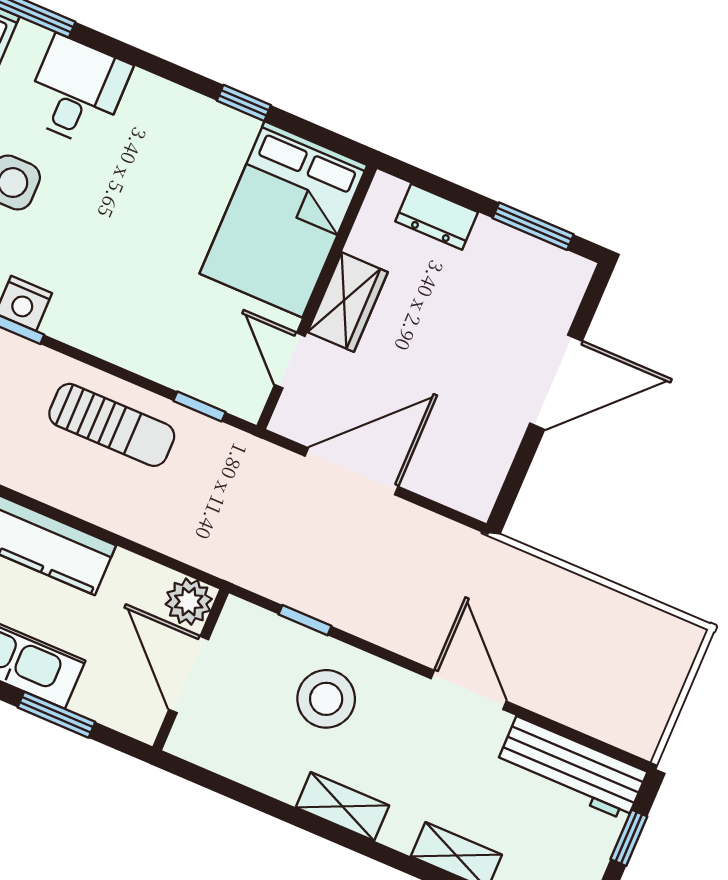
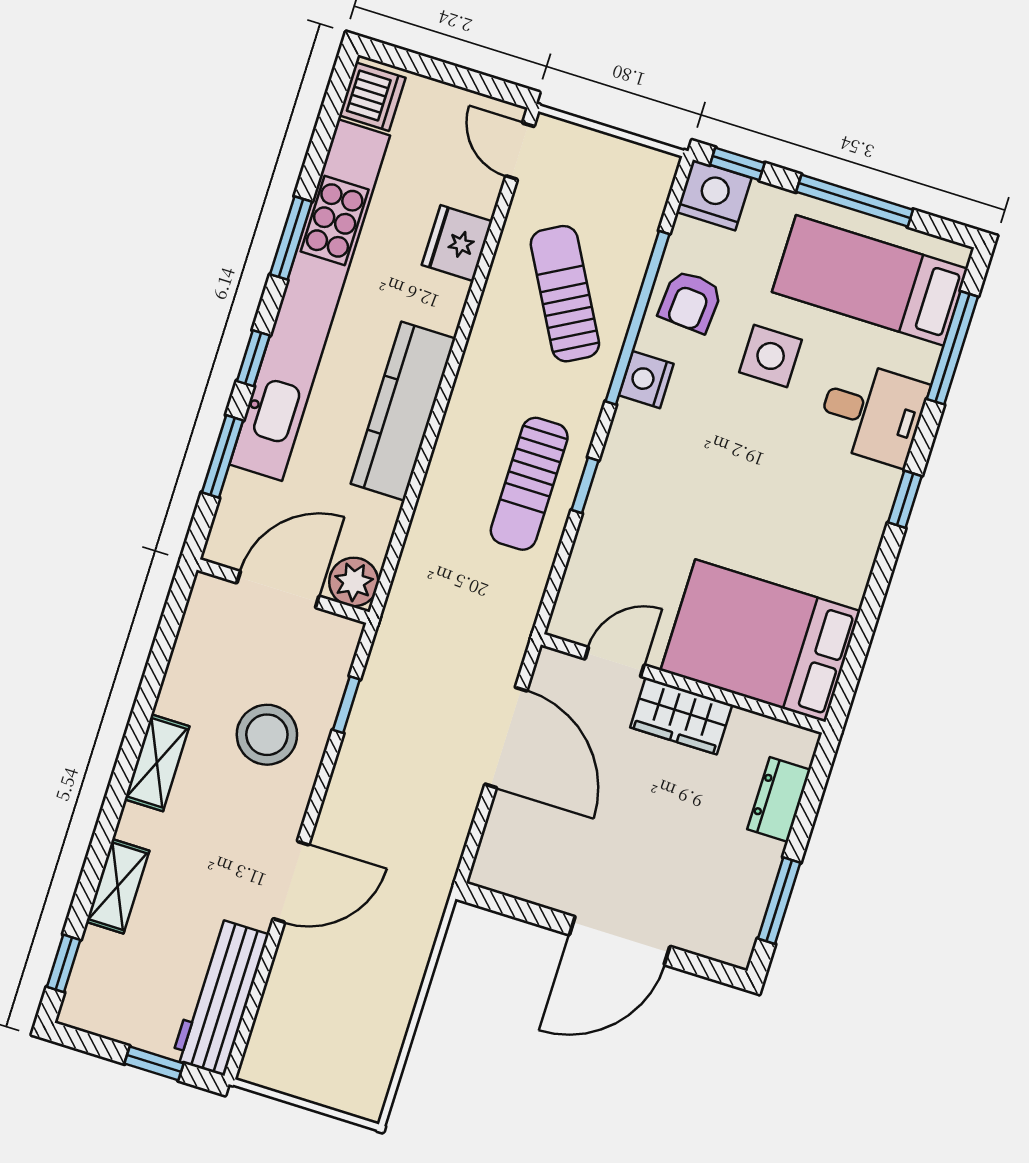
window: (244, 103) -> (905, 499), moved
door: (556, 382) -> (620, 941), hinge flipped
window: (200, 406) -> (585, 485), moved

